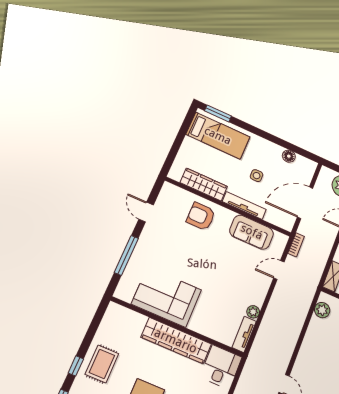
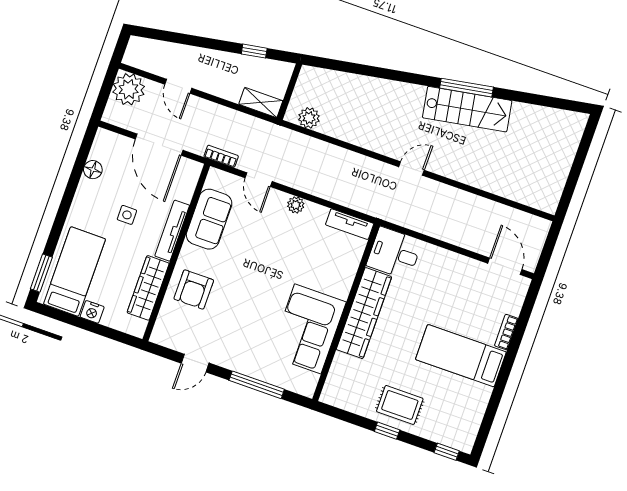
nightstand: (189, 144) -> (92, 312), added
plant: (253, 312) -> (296, 205), moved
window: (76, 366) -> (387, 431), moved

